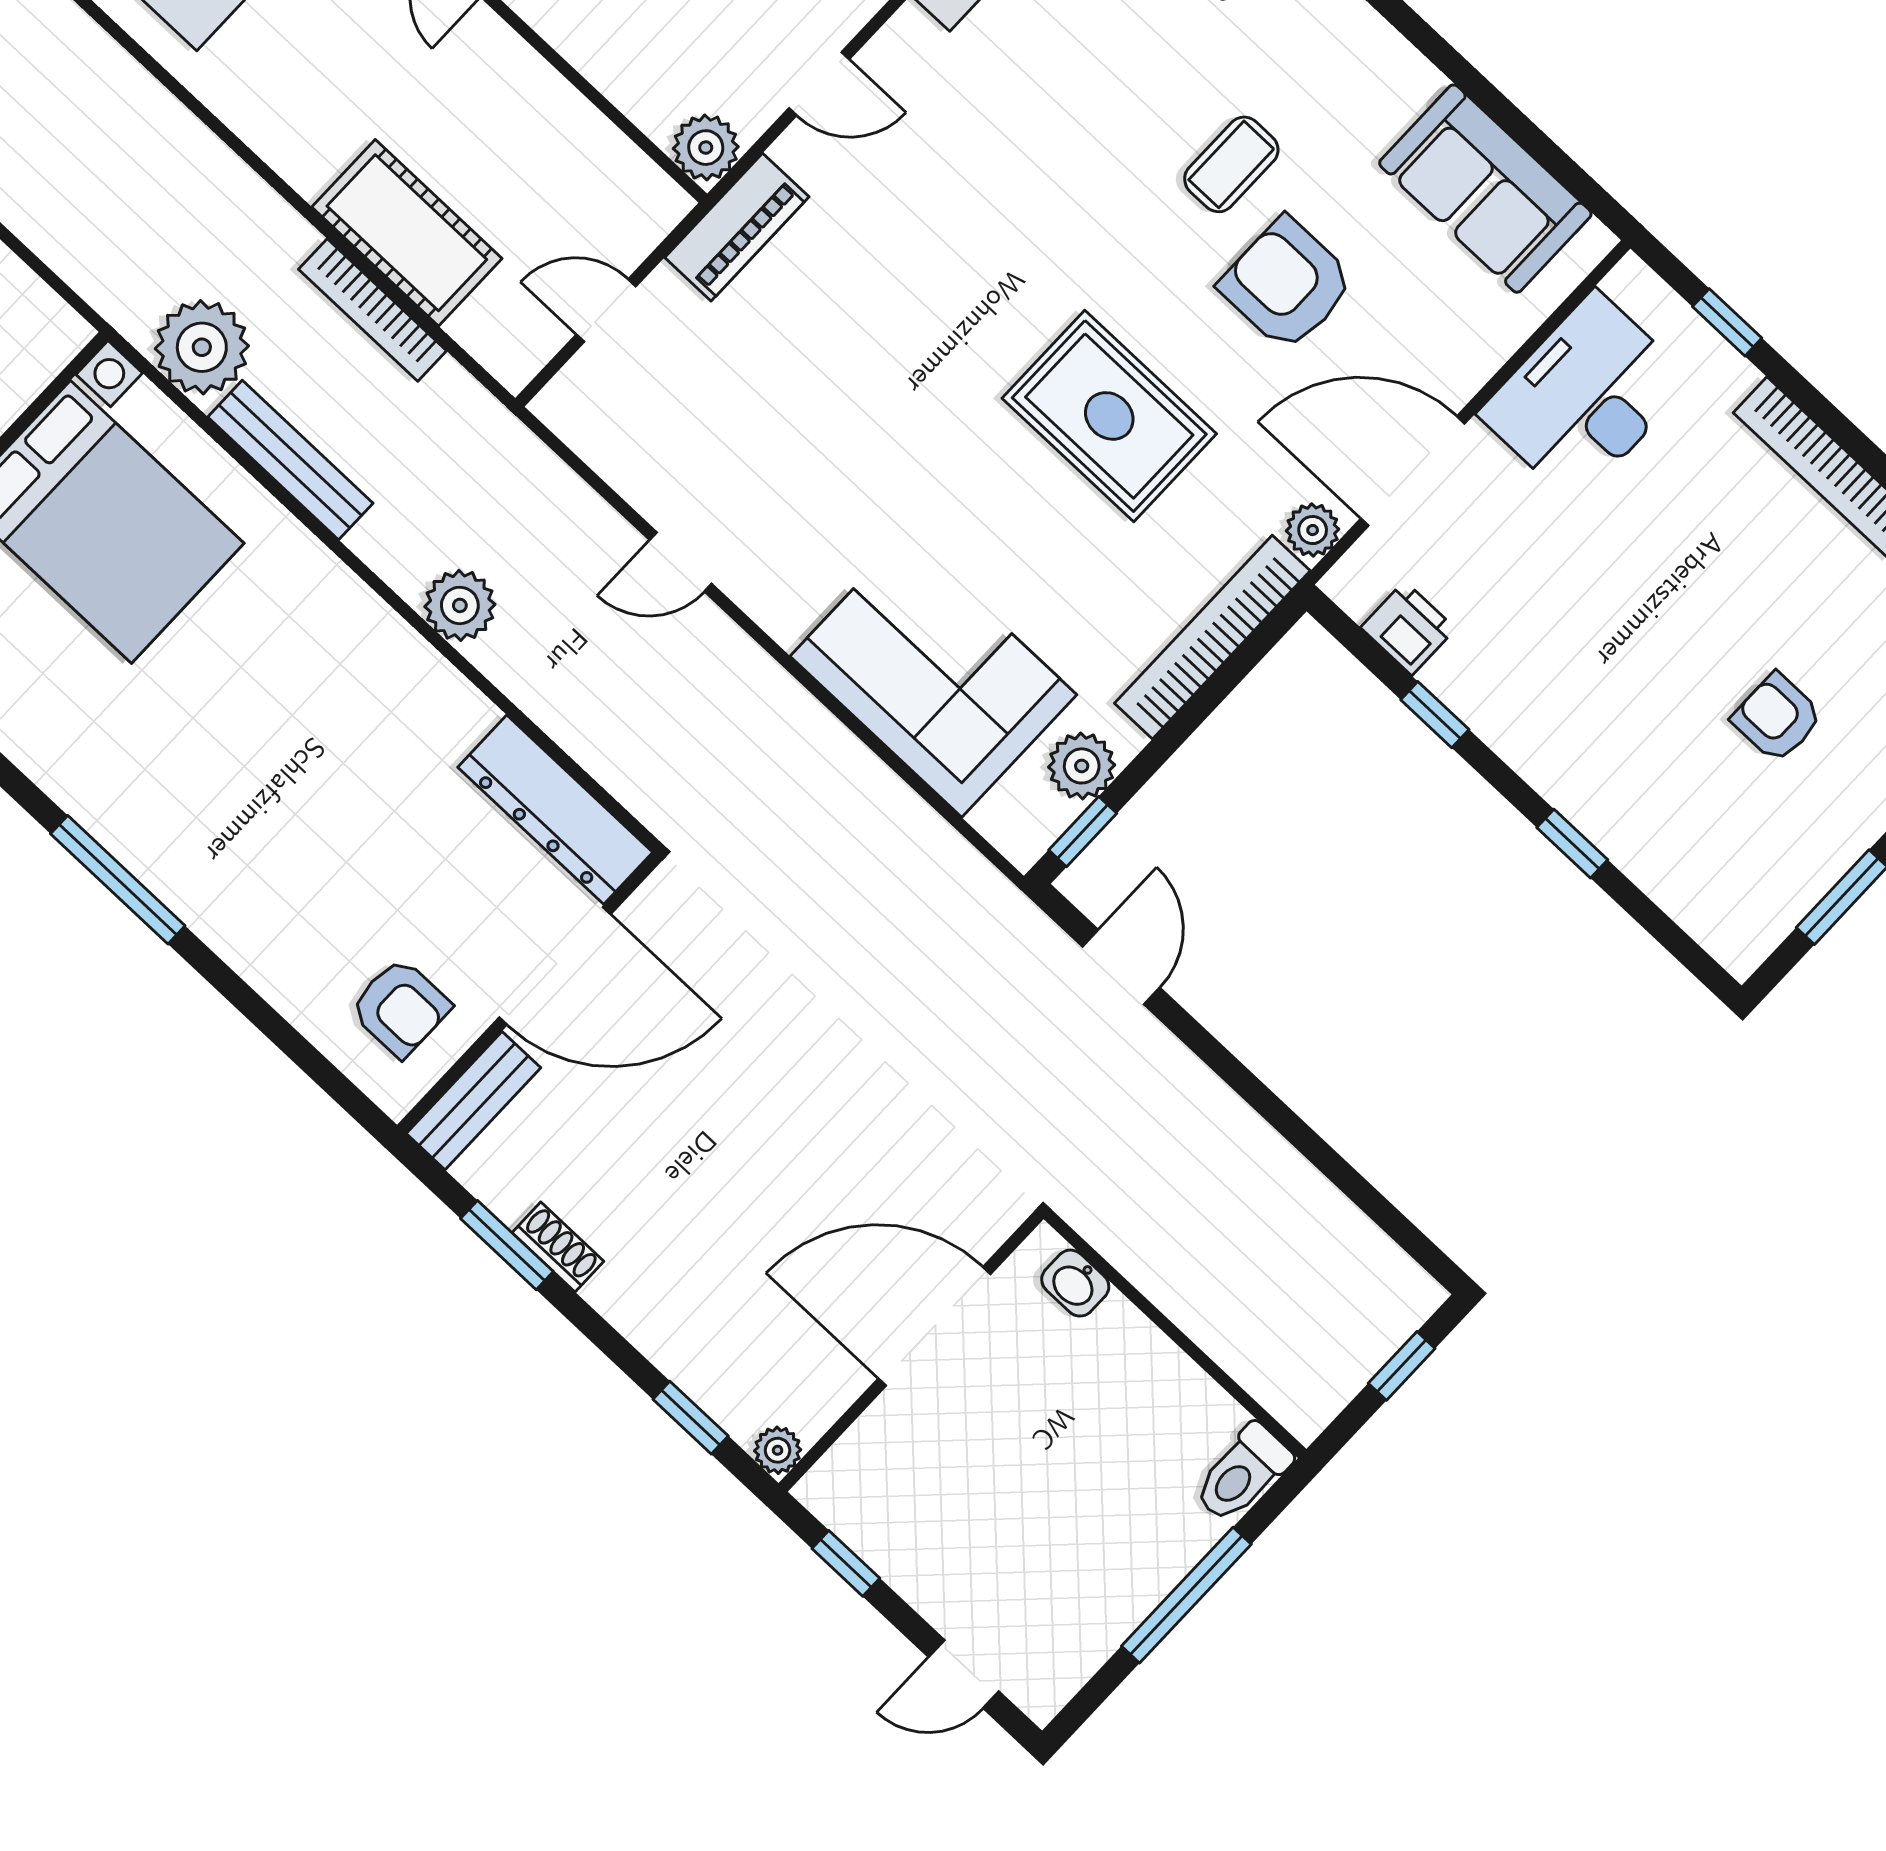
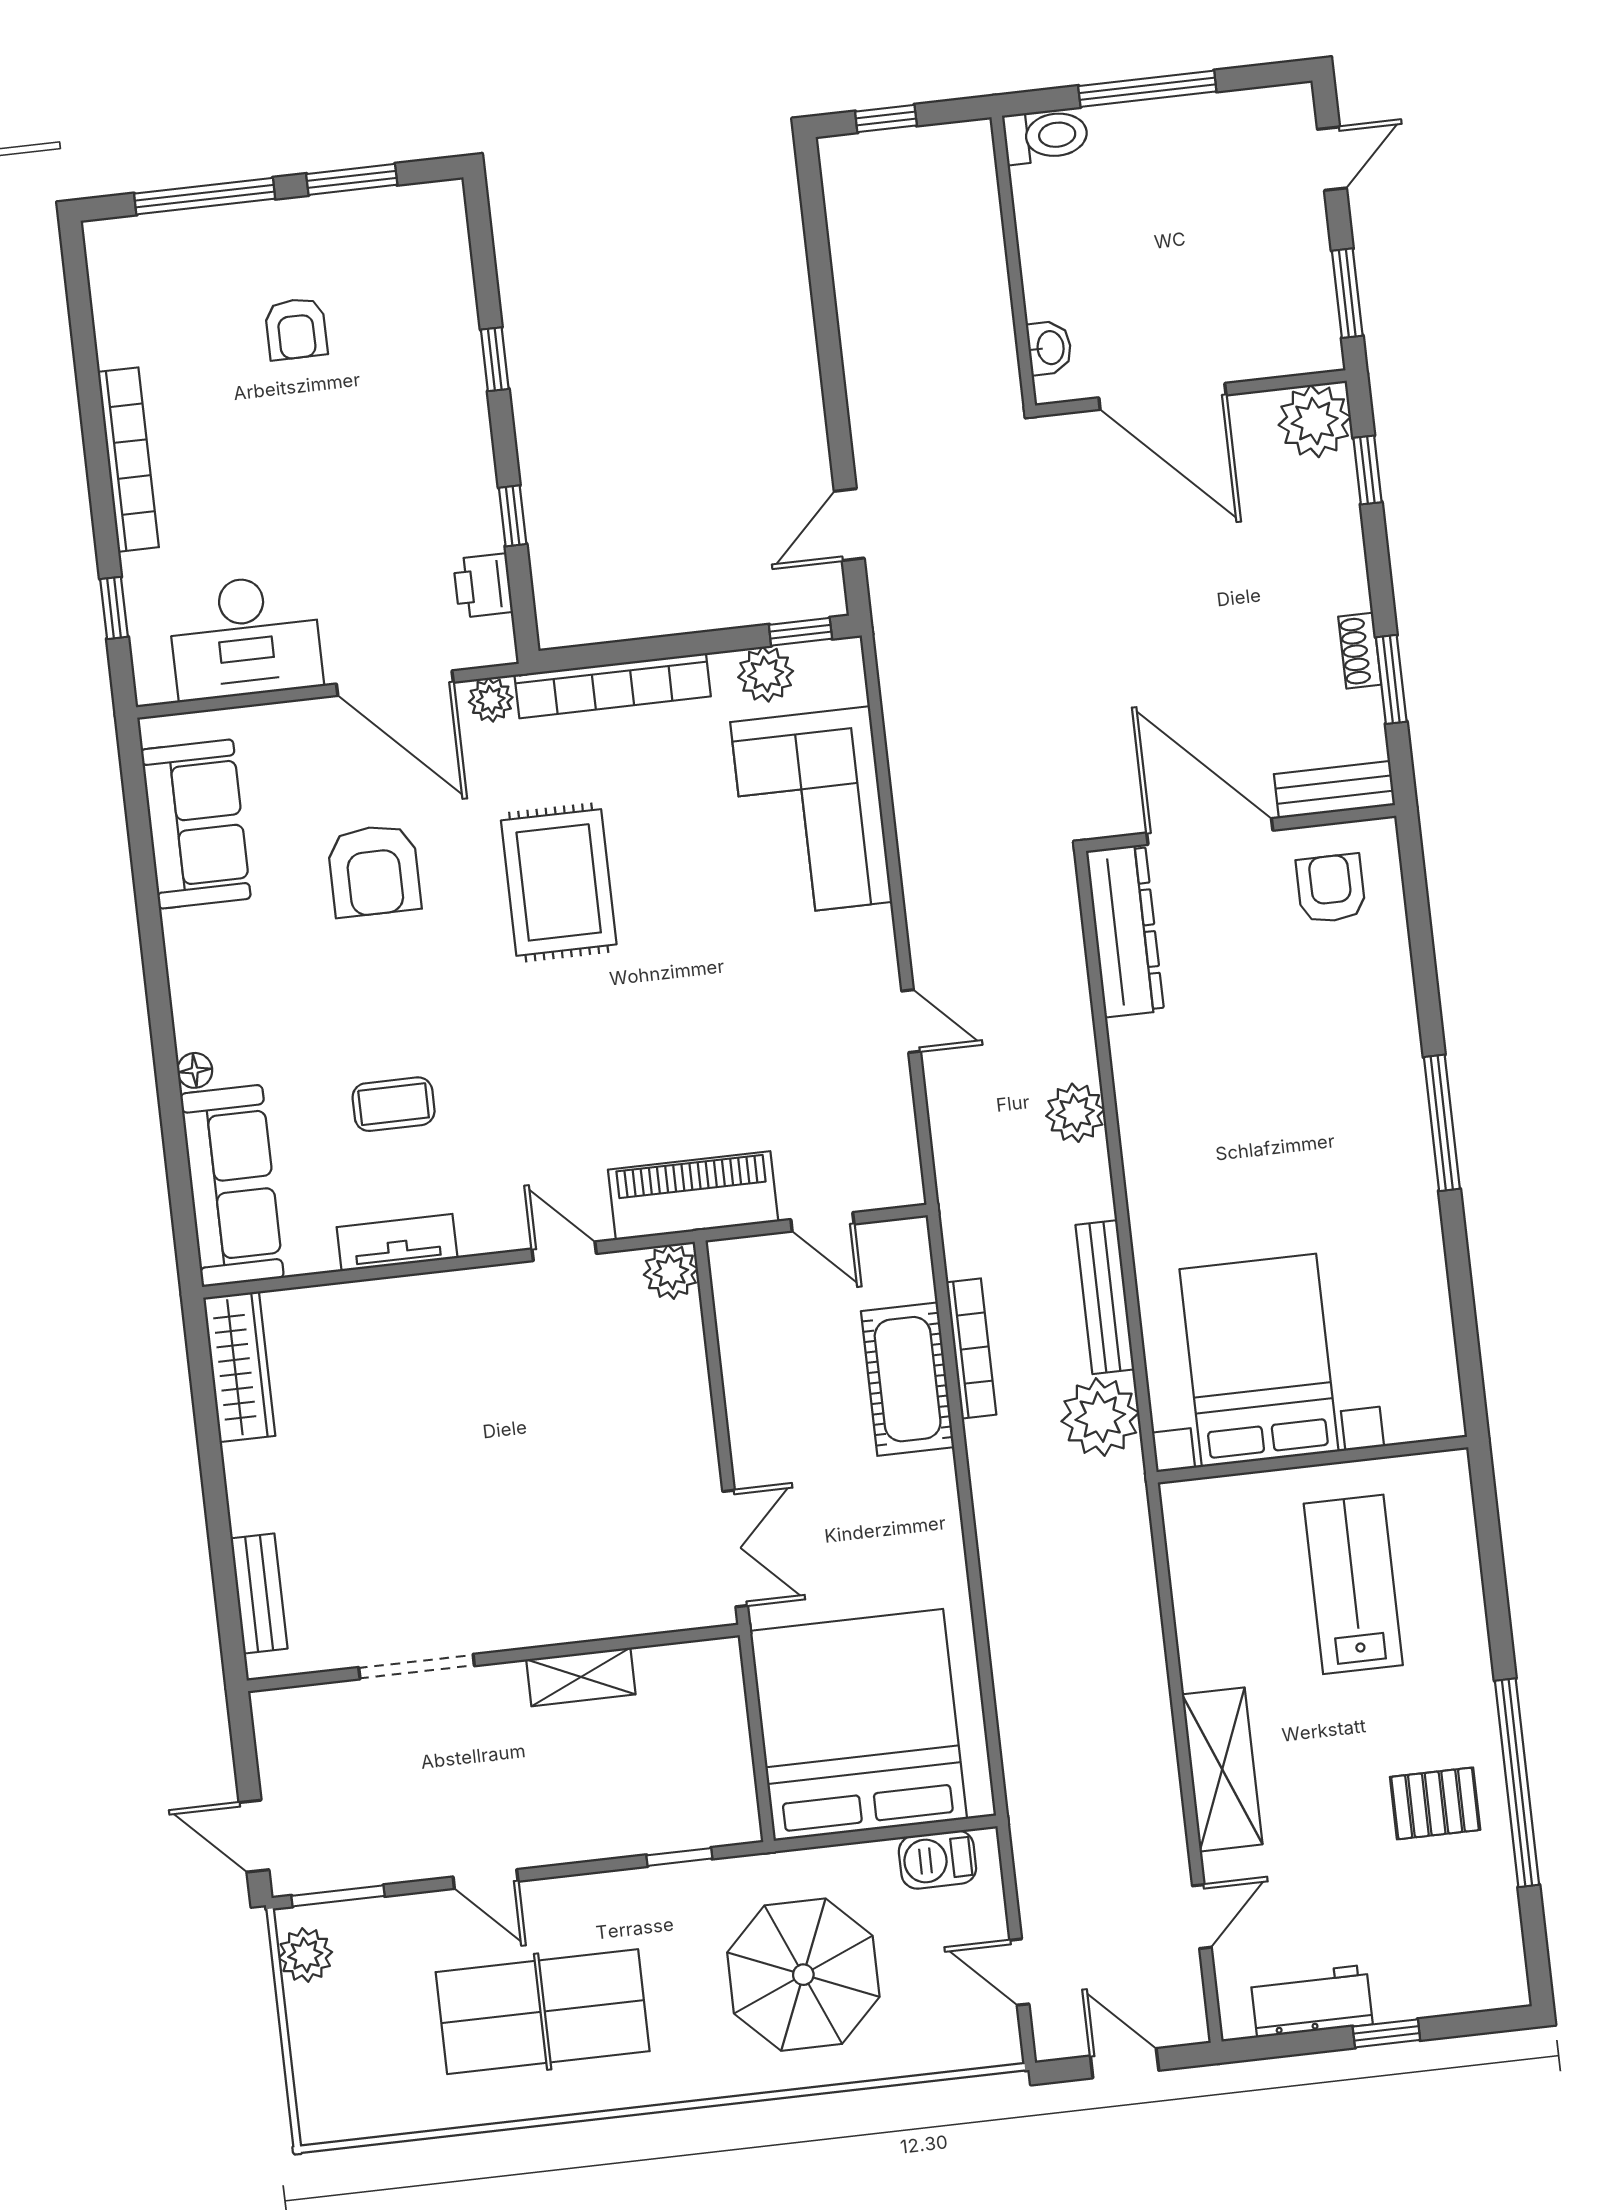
coffee table: (1231, 164) -> (394, 1104), moved
piano: (737, 227) -> (693, 1196), width x1.37, depth x1.33
plant: (778, 1450) -> (1315, 421), width x1.88, depth x1.88
window: (846, 1563) -> (1347, 293), width x1.50
door: (964, 1674) -> (1332, 159), hinge flipped

